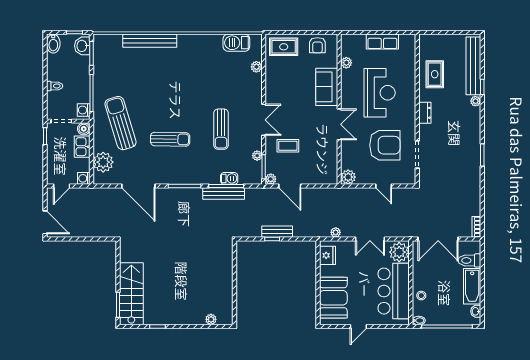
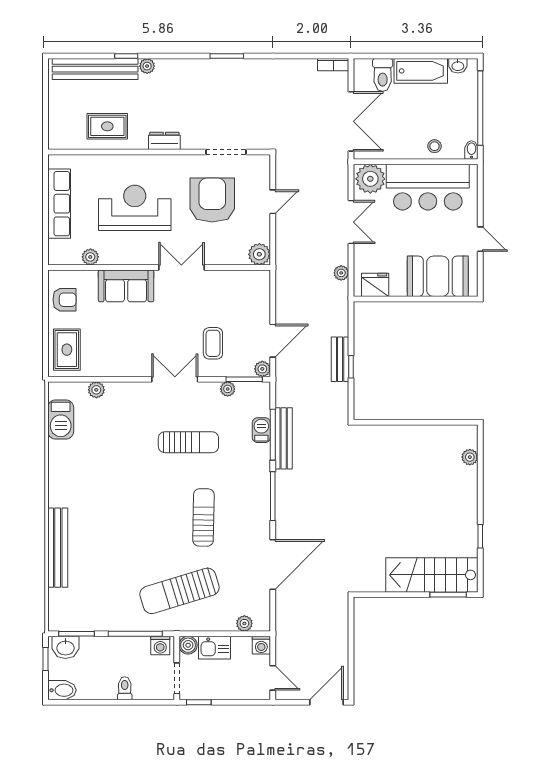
row of seats: (382, 42) -> (59, 204), width x1.48
plant: (103, 162) -> (244, 623), width x0.53, depth x0.53

